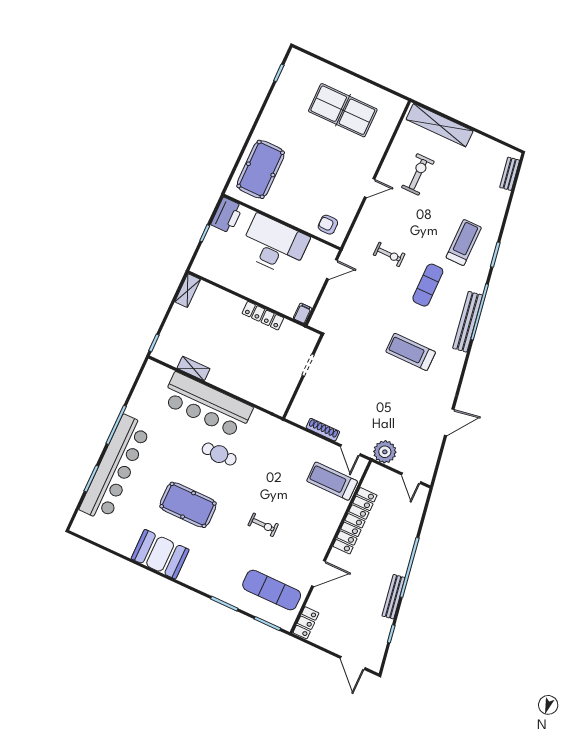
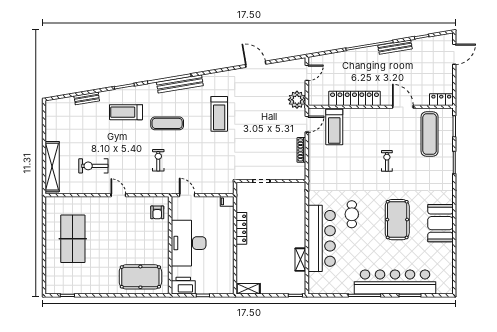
bench: (510, 174) -> (87, 98), moved

